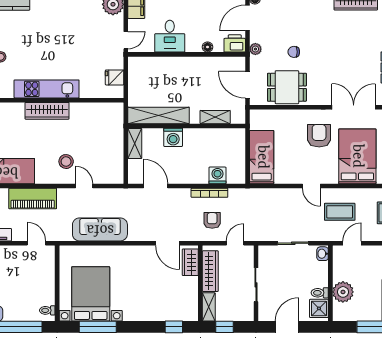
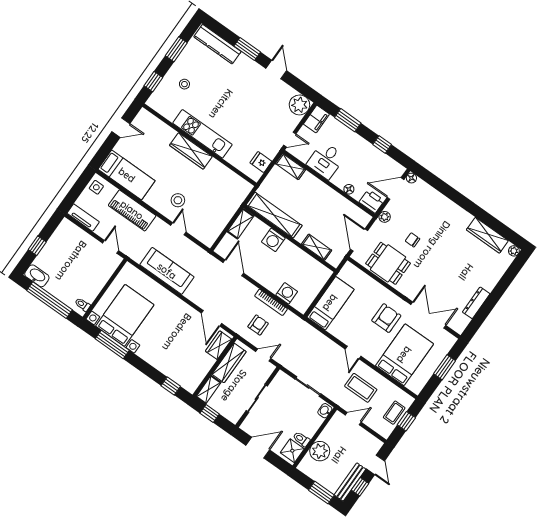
shelving: (143, 63) -> (290, 167), added

